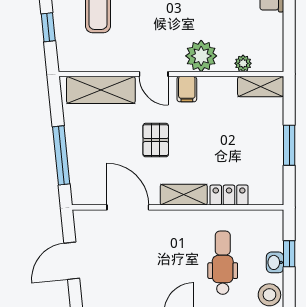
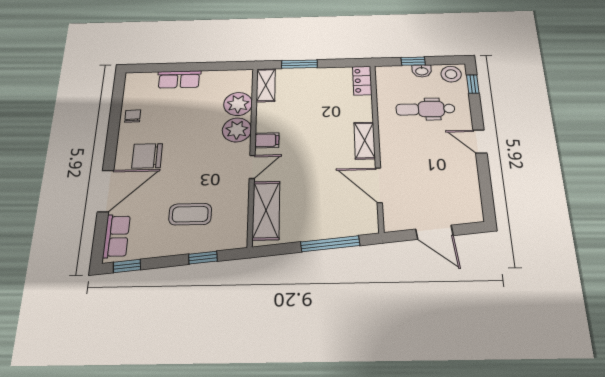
plant: (243, 63) -> (238, 104), width x1.88, depth x1.88
pallet: (156, 140) -> (314, 164), removed
window: (289, 145) -> (299, 64), moved
locker: (229, 195) -> (362, 81), moved
door: (128, 207) -> (379, 185), hinge flipped

